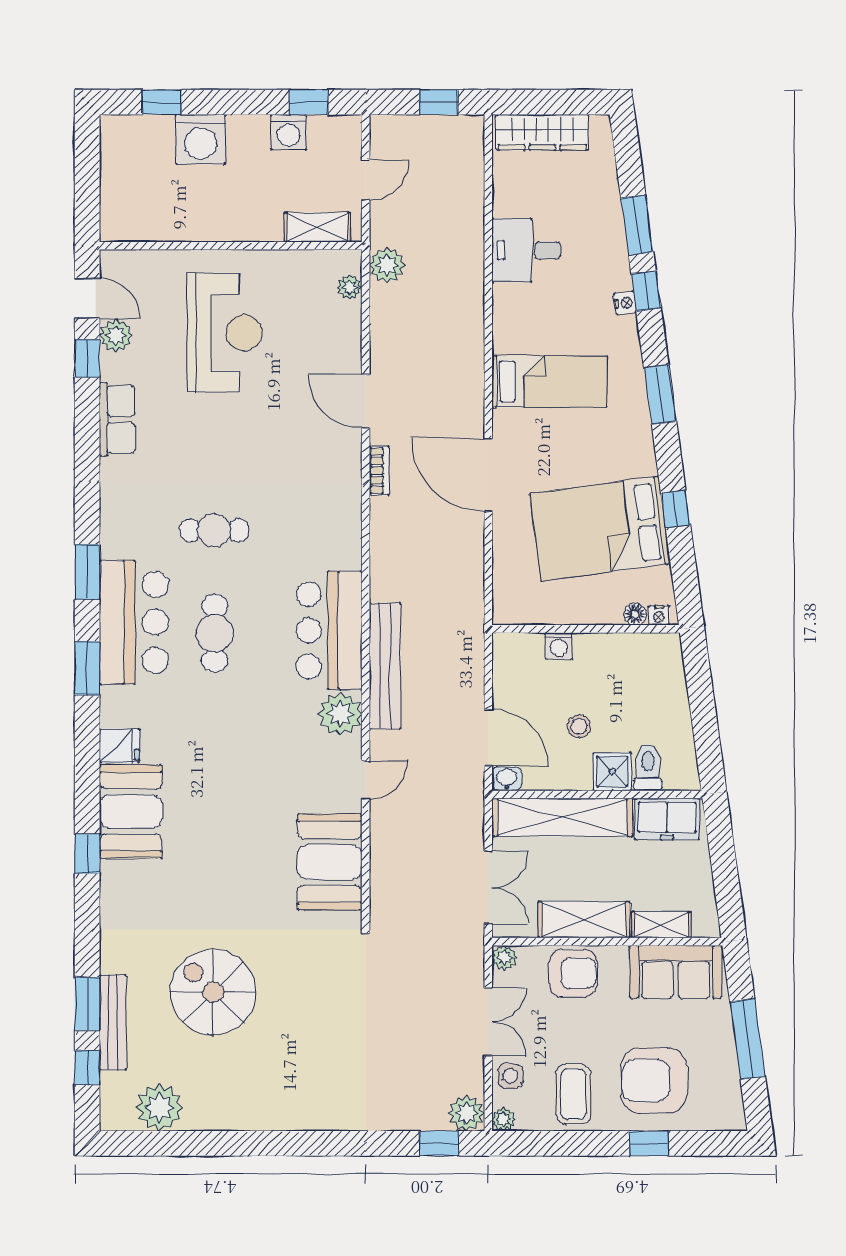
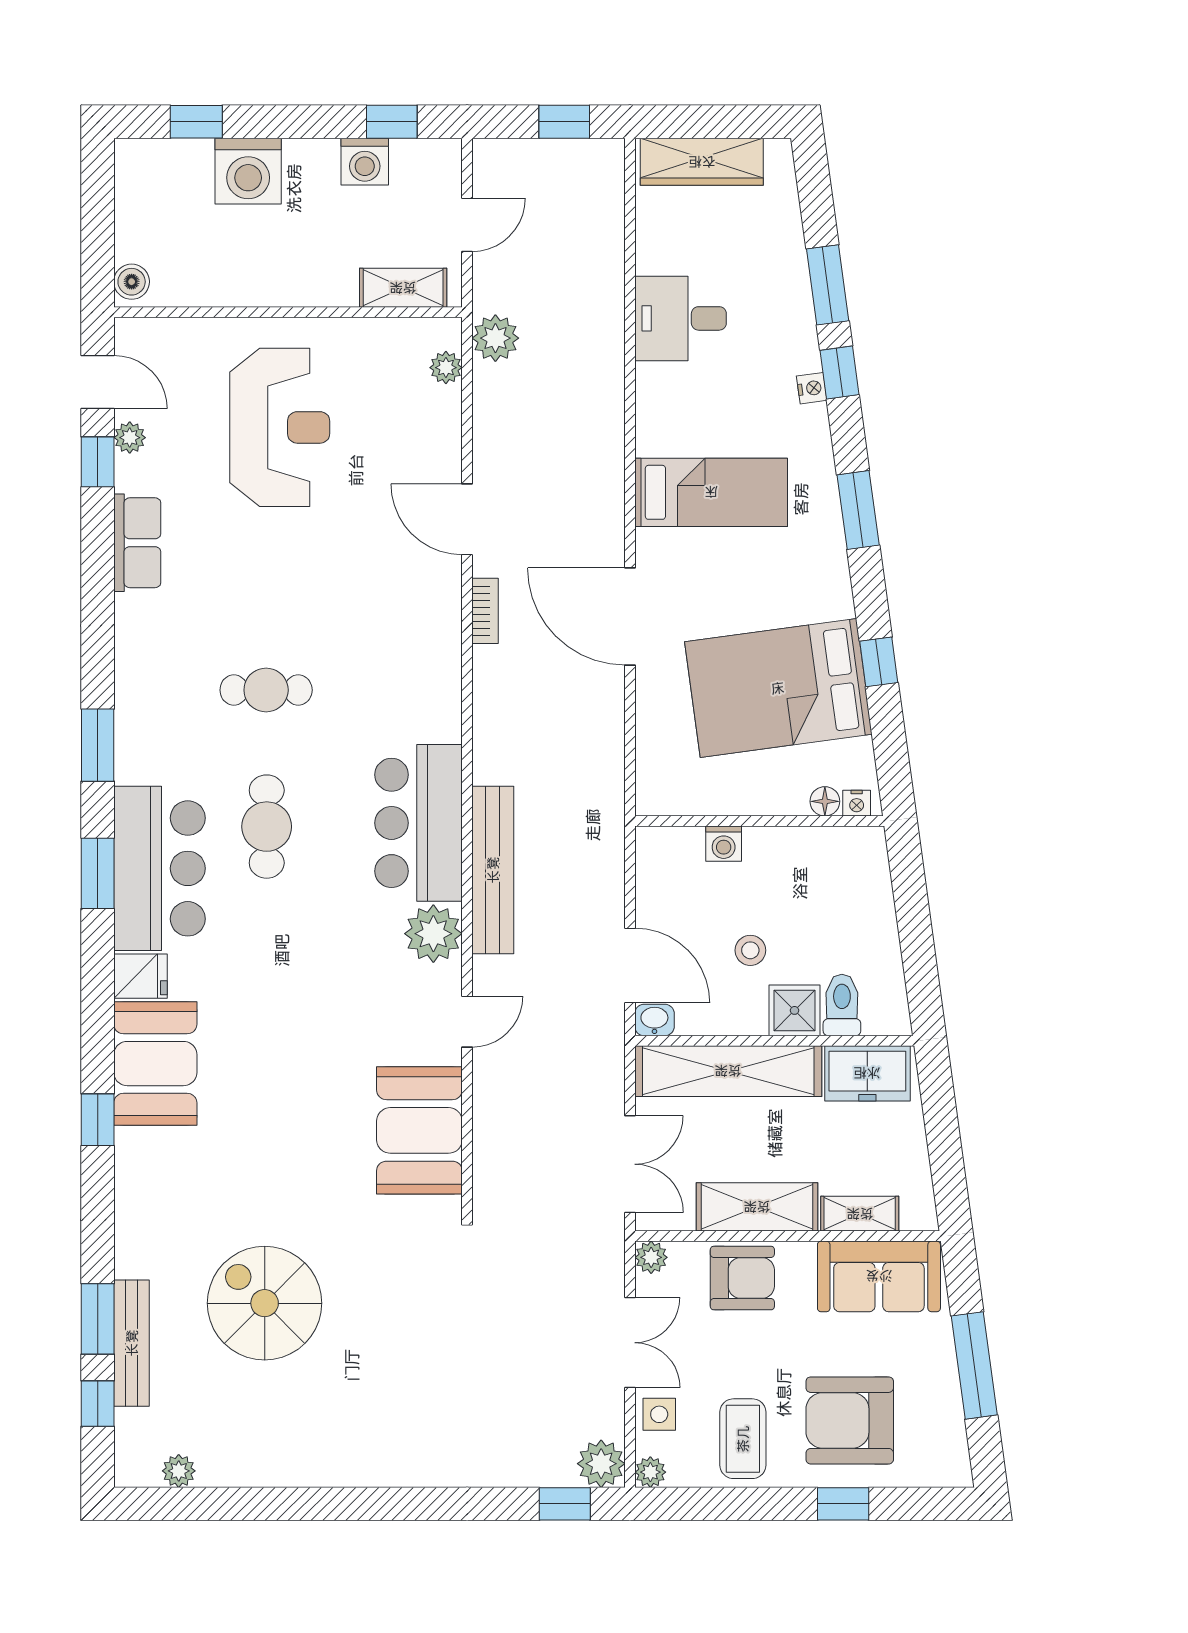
boiler: (113, 223) -> (132, 282), added
plant: (116, 336) -> (130, 438), width x0.73, depth x0.73
bar counter: (134, 622) -> (159, 868), moved
plant: (159, 1108) -> (179, 1471), width x0.53, depth x0.53

